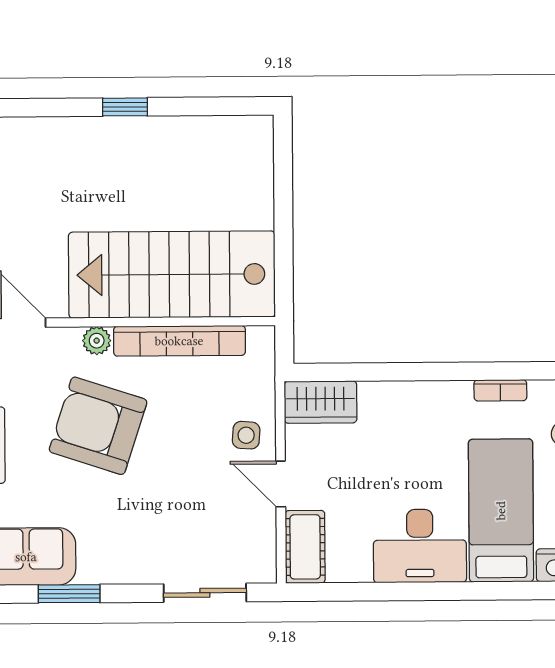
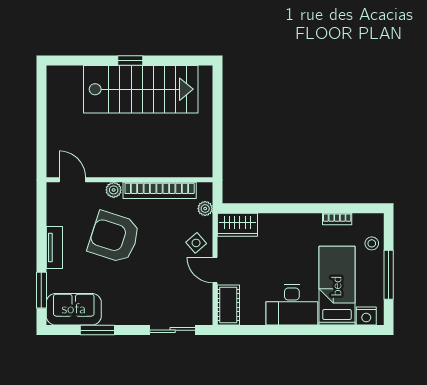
stairs: (172, 275) -> (141, 89), moved, turned 180
plant: (262, 373) -> (205, 209), added
side table: (246, 435) -> (196, 243), turned 45

